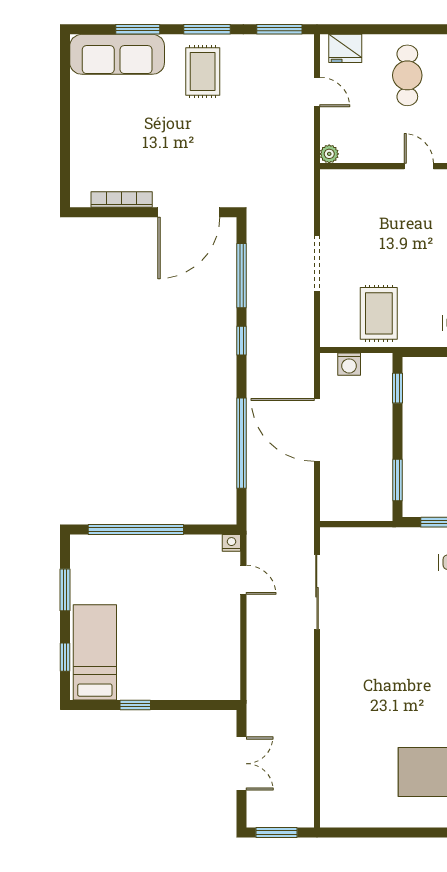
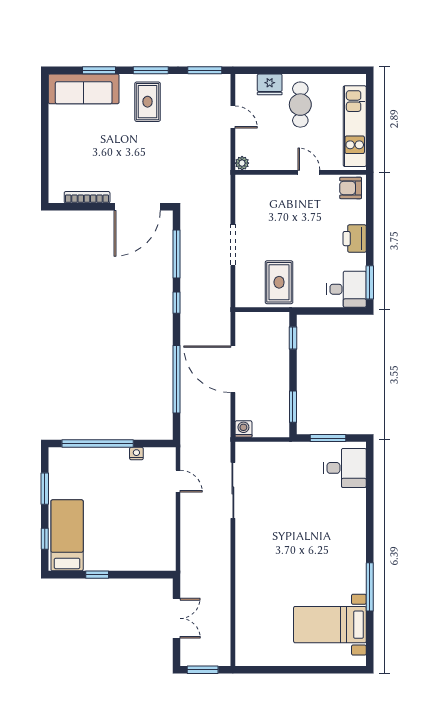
fridge: (345, 48) -> (270, 84), moved
washing machine: (349, 364) -> (243, 429), moved, turned 180
nightstand: (231, 543) -> (136, 454), moved

